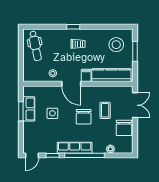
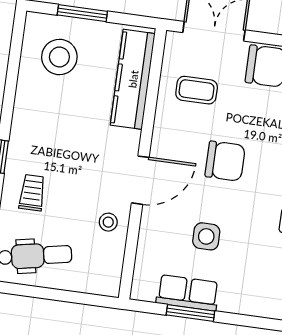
trolley: (78, 44) -> (32, 193), moved
filing cabinet: (86, 75) -> (125, 141), removed
coffee table: (105, 110) -> (197, 90), moved

